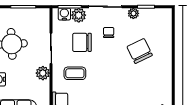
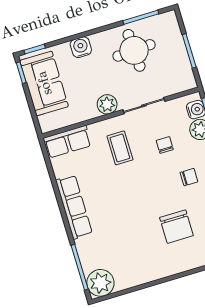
chair: (82, 42) -> (165, 145), width x0.54, depth x0.54
chair: (140, 51) -> (176, 227), turned 116

